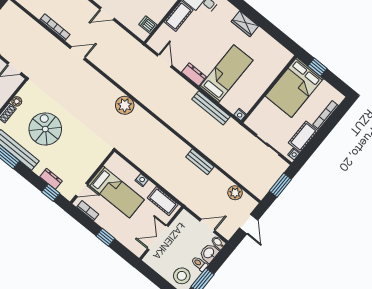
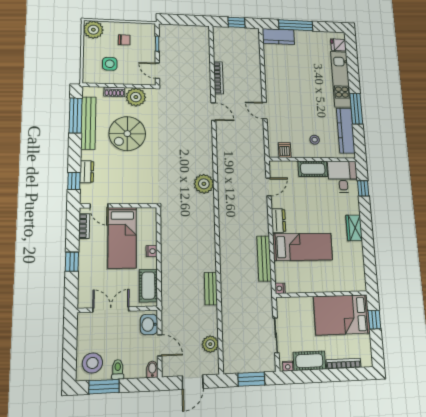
plant: (17, 101) -> (136, 97), width x1.88, depth x1.88
spiral stairs: (45, 129) -> (127, 134), turned 180
washbasin: (209, 253) -> (149, 324), moved, turned -90

